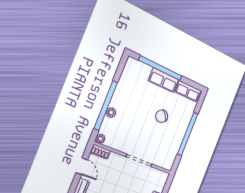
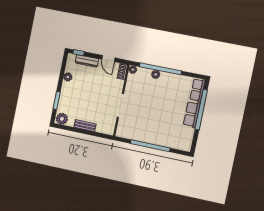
row of seats: (188, 91) -> (197, 90), moved
chair: (162, 116) -> (161, 119), removed
door: (82, 166) -> (108, 59), hinge flipped

